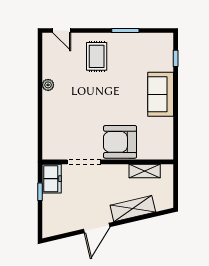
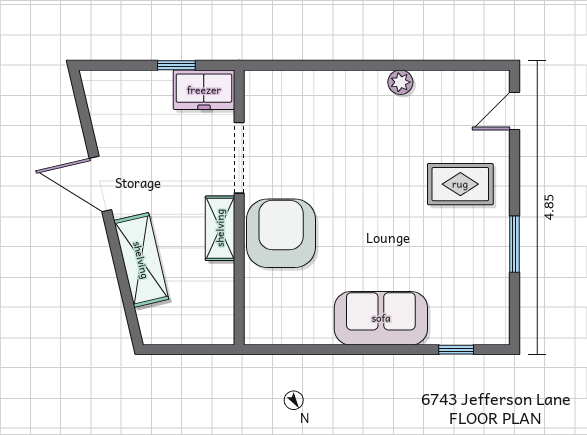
shelving: (145, 171) -> (220, 228), moved

